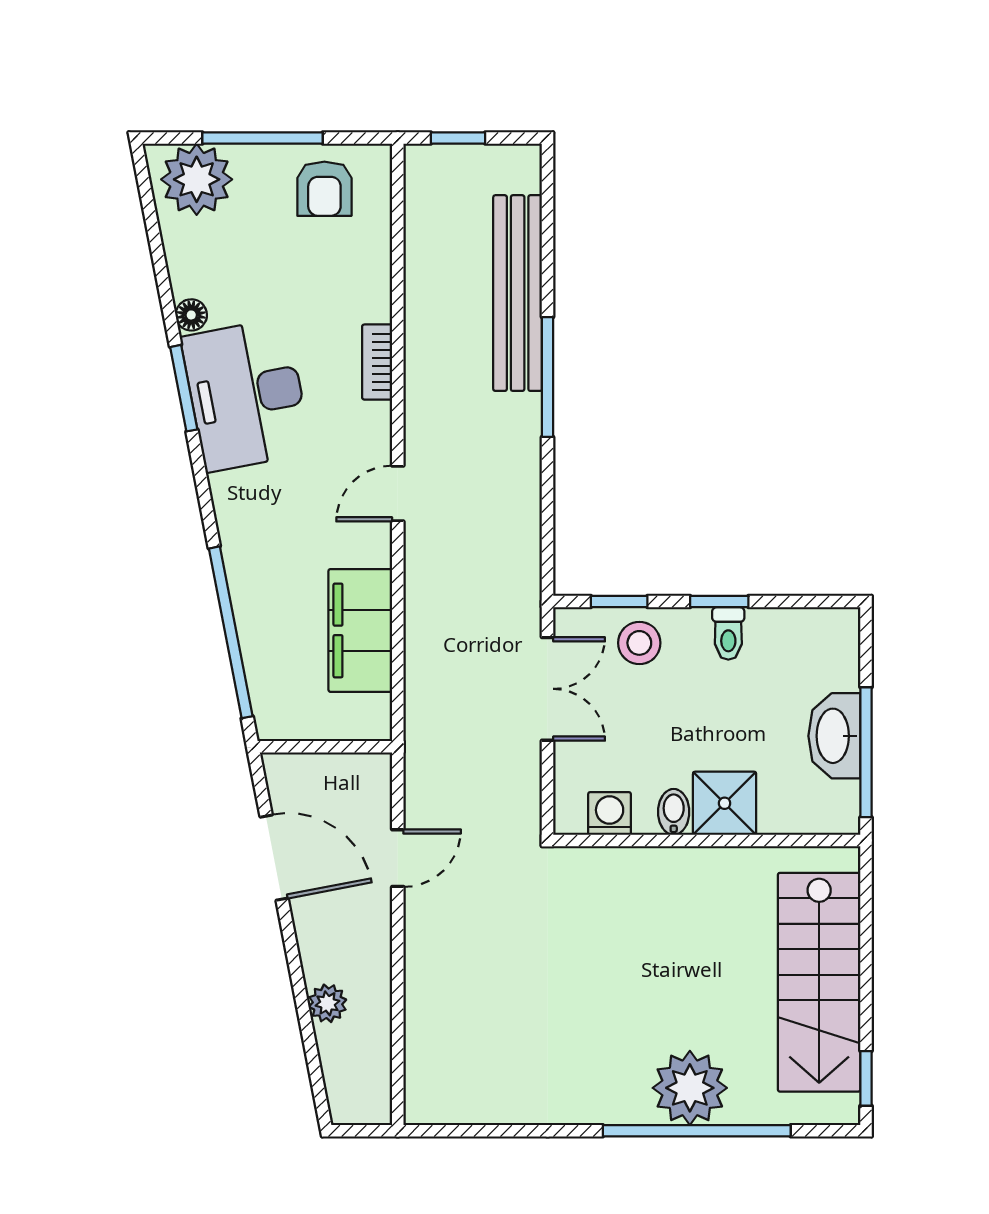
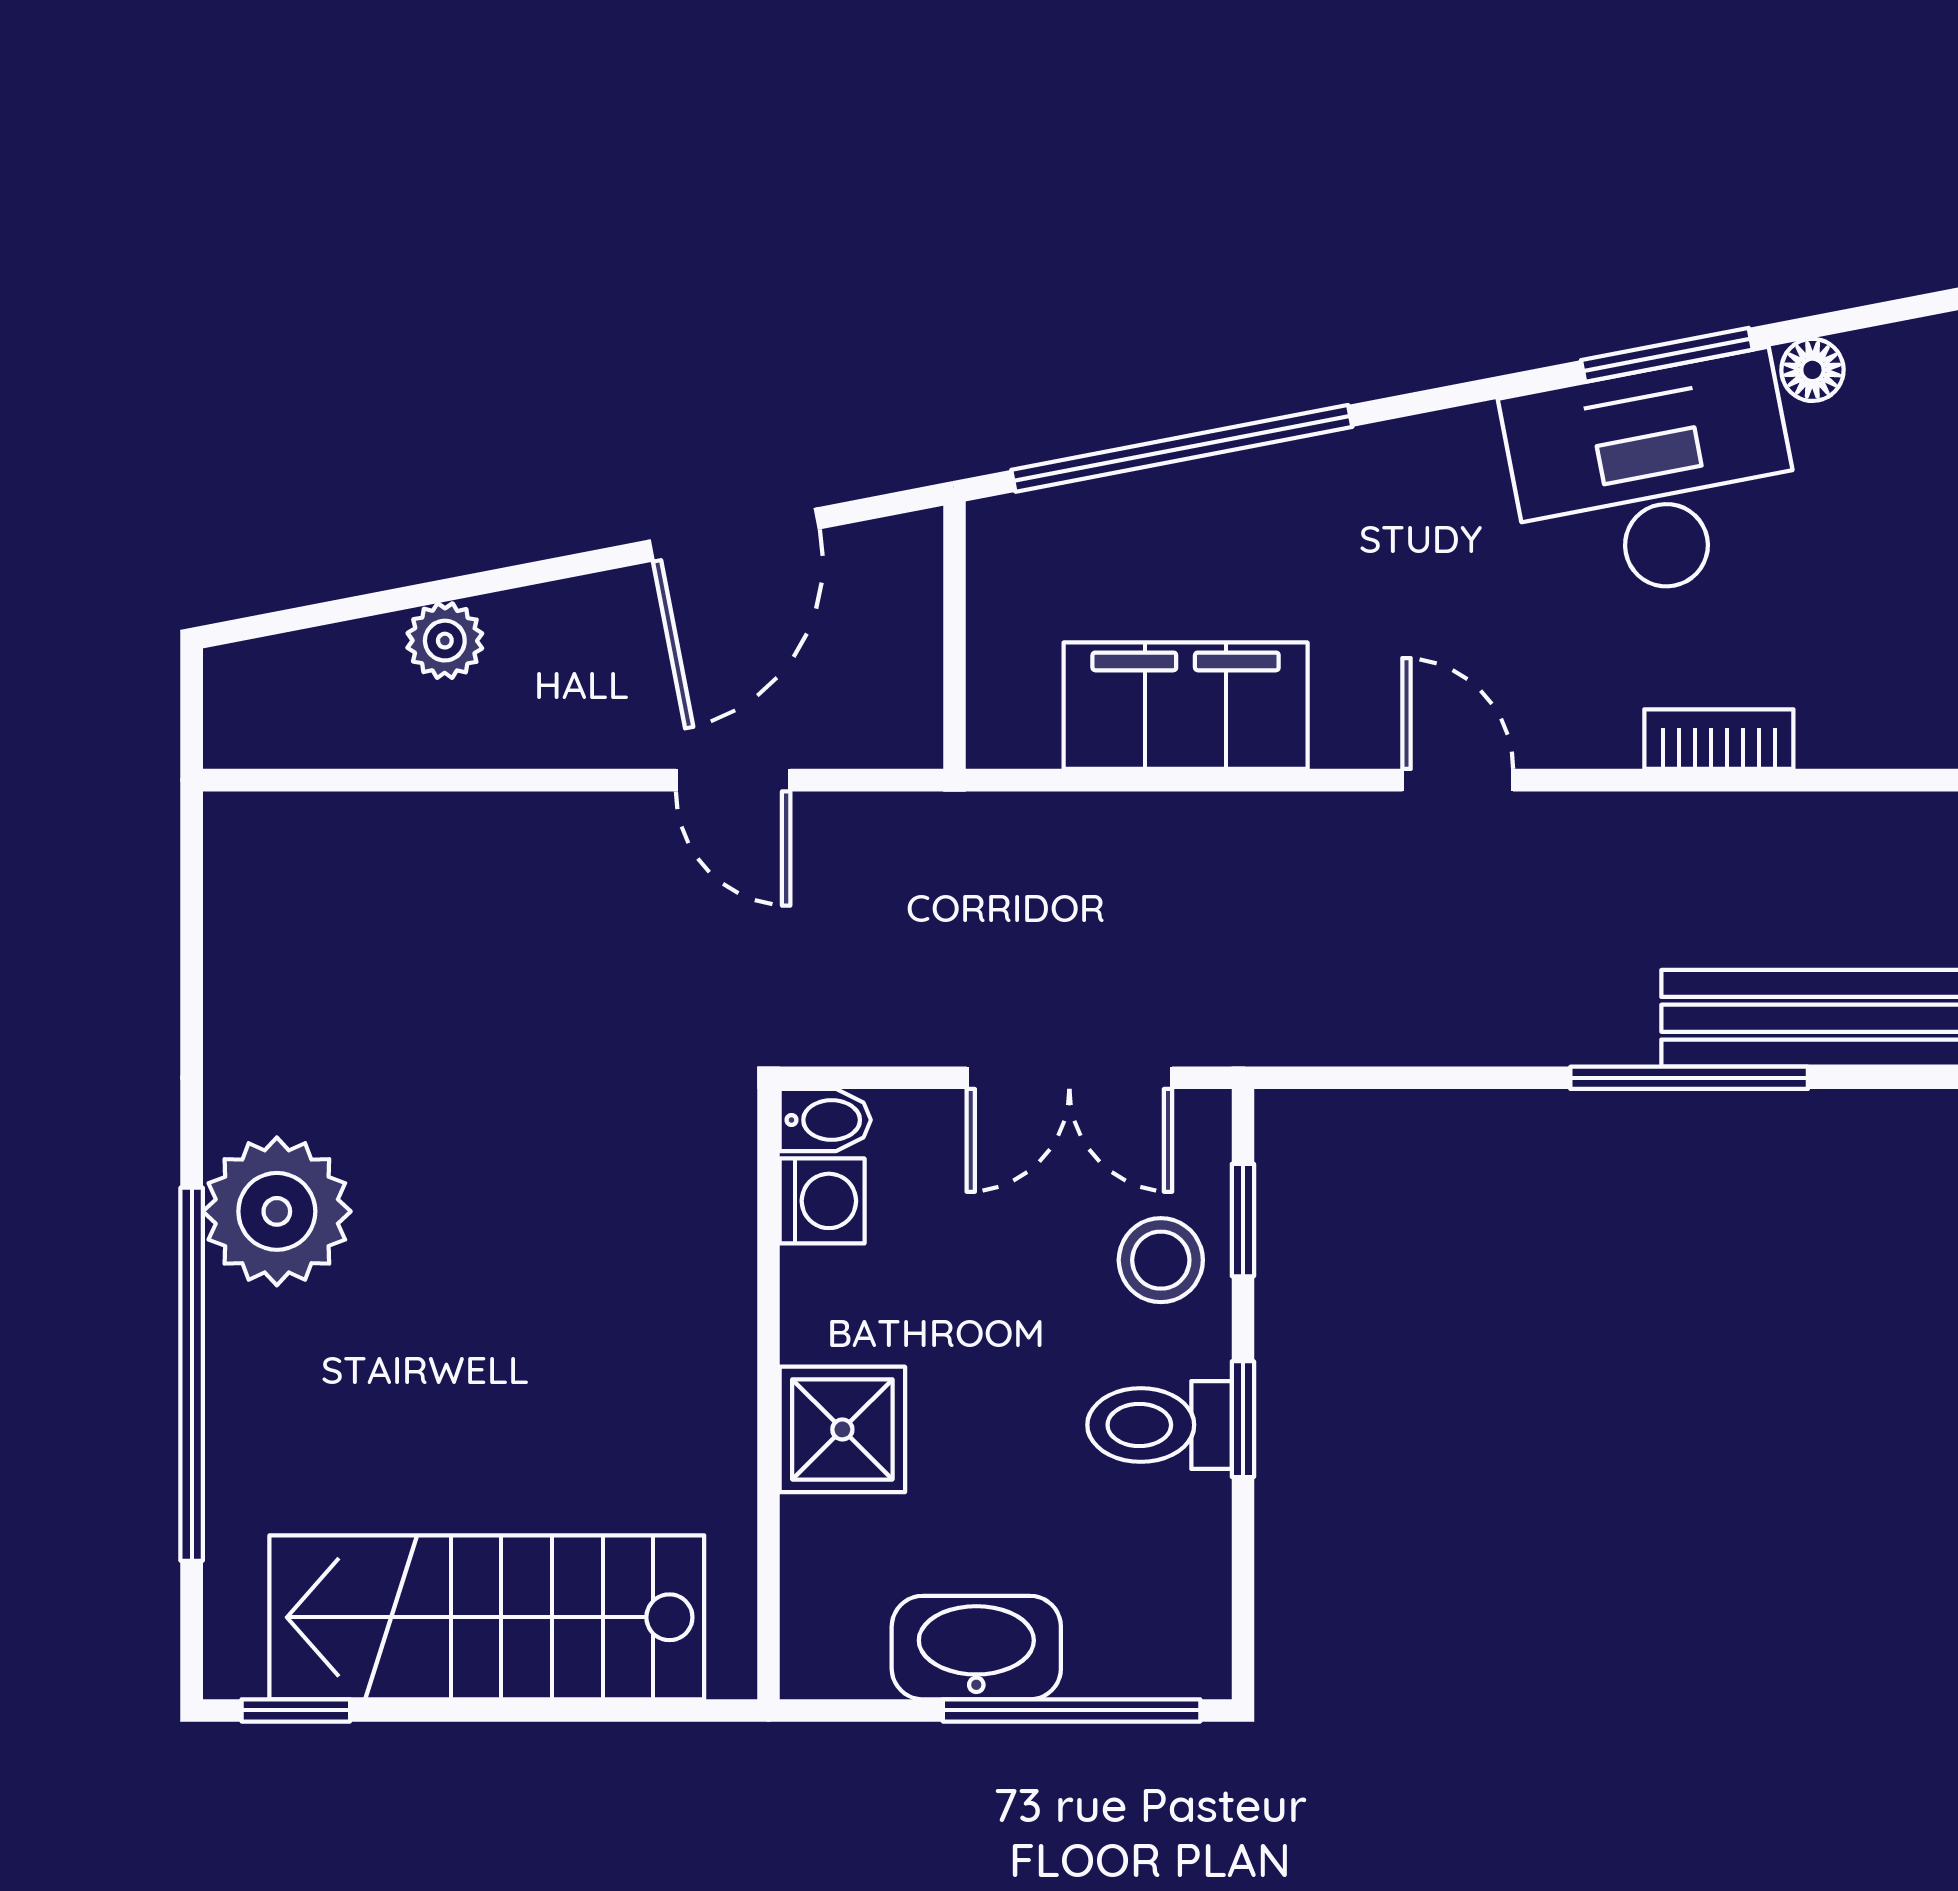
toilet: (728, 633) -> (1160, 1425), width x1.37, depth x1.39
window: (866, 752) -> (1072, 1710), moved
bidet: (674, 812) -> (825, 1120), moved
plant: (690, 1088) -> (277, 1211), moved

